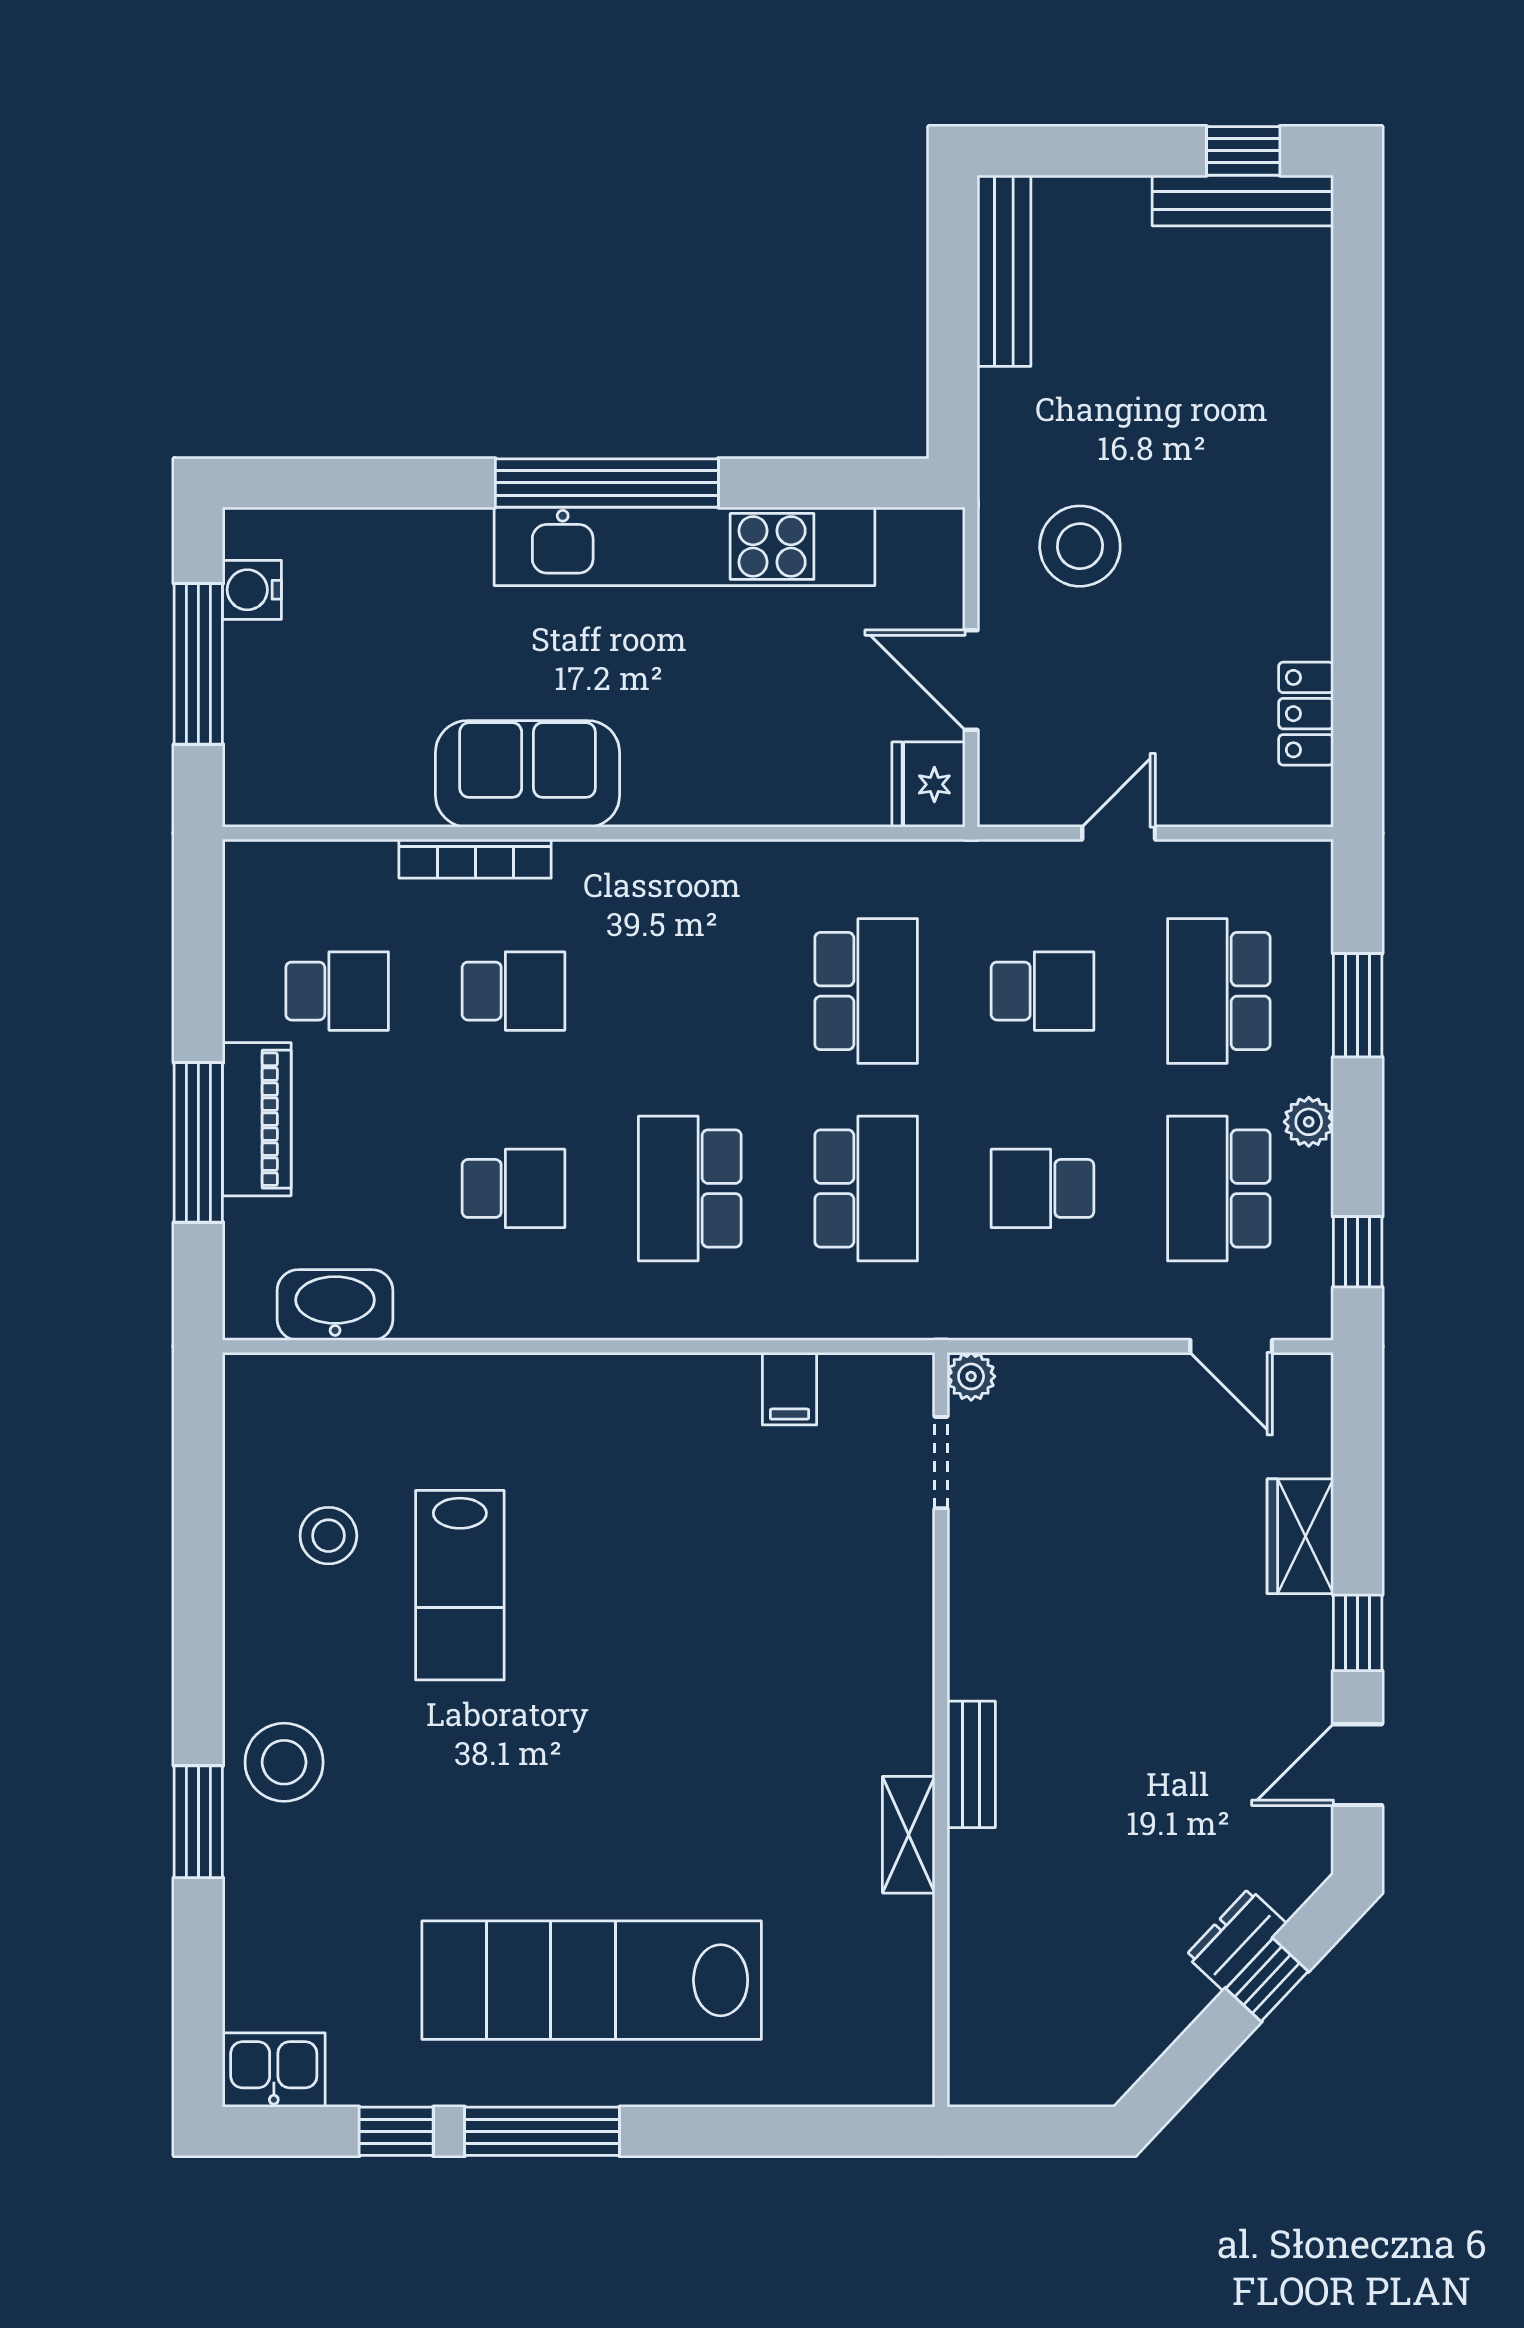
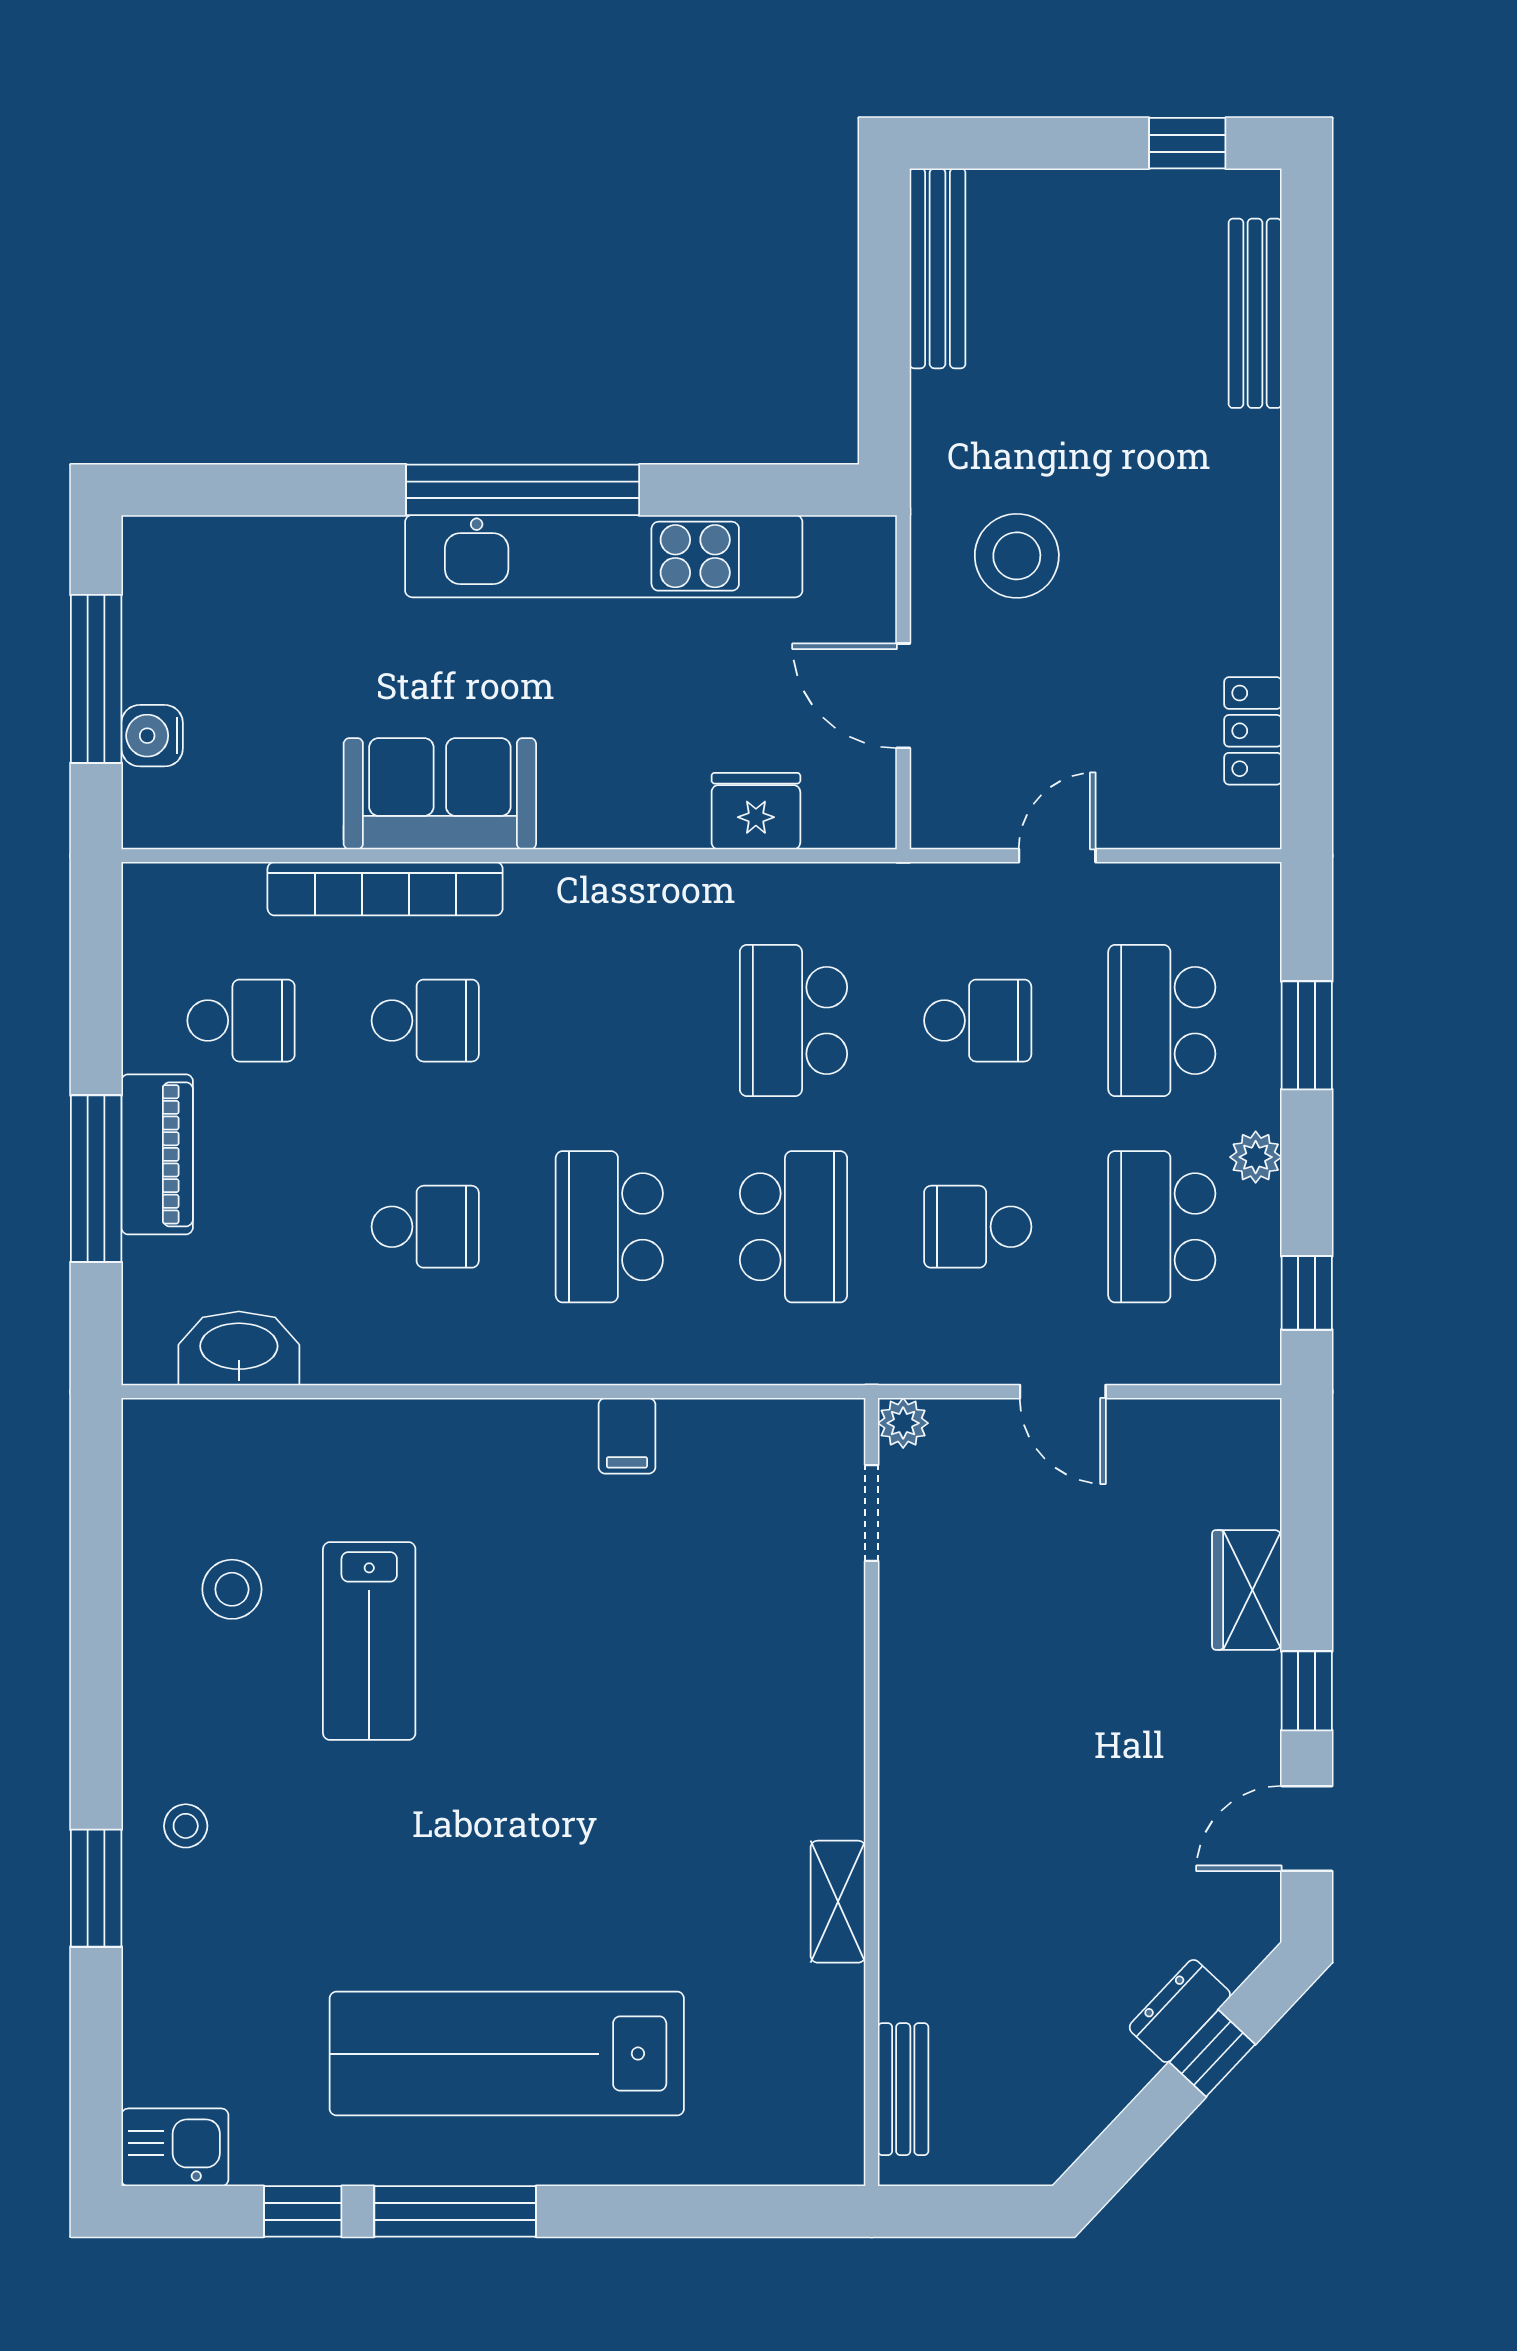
bench: (1243, 200) -> (1255, 313), moved, turned 90
water cooler: (252, 590) -> (152, 736), moved
fridge: (929, 784) -> (756, 811), moved, turned 90
bookcase: (475, 859) -> (385, 889), width x1.48, depth x1.31
school desk: (866, 991) -> (793, 1021), turned 180
door: (1231, 1346) -> (1063, 1392), moved
filing cabinet: (789, 1389) -> (627, 1436), moved
stool: (284, 1762) -> (186, 1826), width x0.53, depth x0.53
bench: (971, 1764) -> (903, 2089), moved

